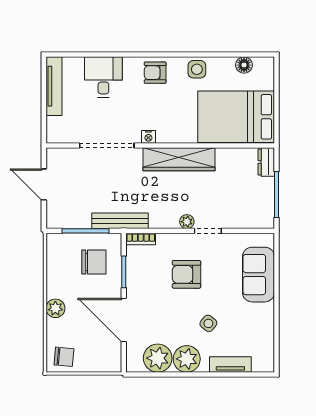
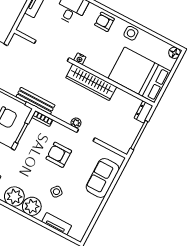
floor lamp: (244, 65) -> (175, 53), moved

